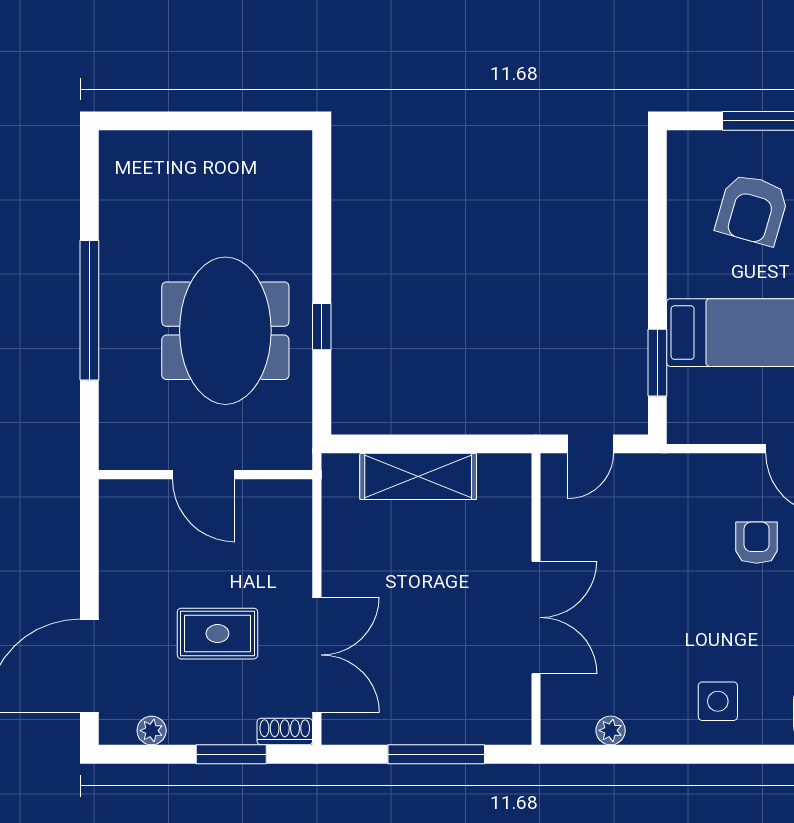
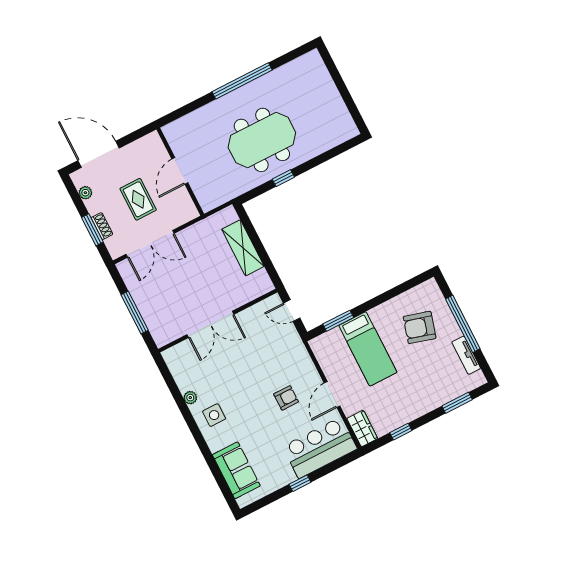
door: (204, 475) -> (180, 171), moved
wall: (206, 475) -> (180, 172), moved
plant: (611, 730) -> (190, 398), moved
shoe rack: (285, 732) -> (102, 226), moved

